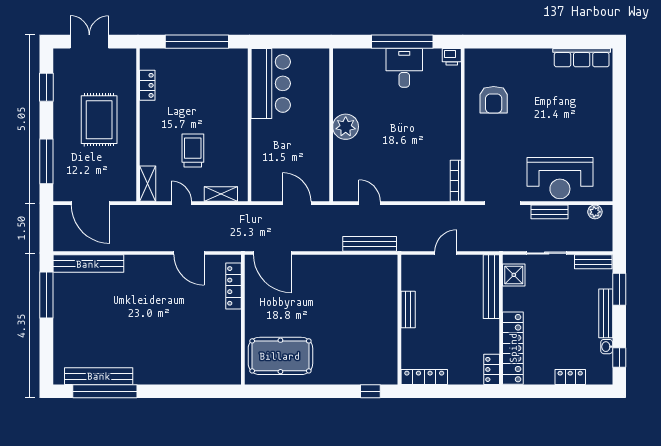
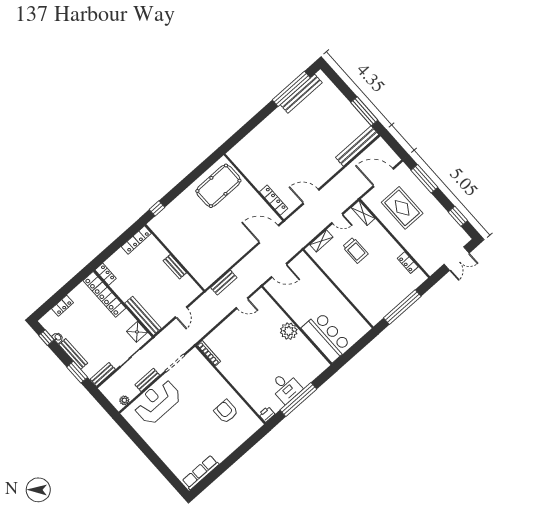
bar counter: (271, 83) -> (326, 337), moved, turned 180
rug: (99, 120) -> (402, 208), moved
bench: (370, 244) -> (224, 283), width x0.73

